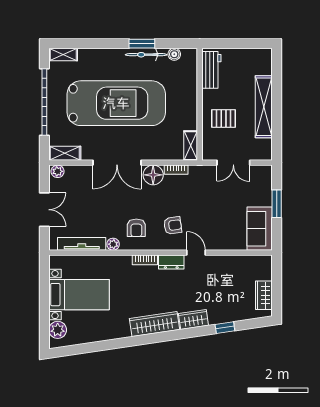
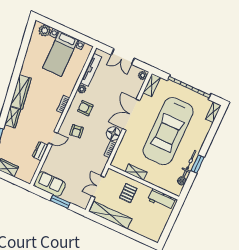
shelving: (264, 107) -> (110, 215), moved
shelving: (191, 146) -> (136, 172), moved
dresser: (171, 262) -> (40, 151), moved

